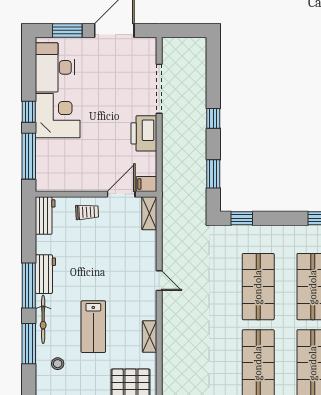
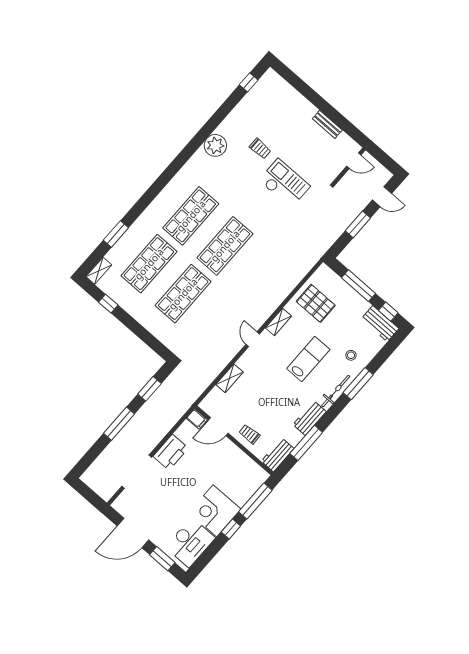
window: (213, 118) -> (119, 424), width x2.17
shelving: (149, 213) -> (229, 378), moved
window: (242, 218) -> (156, 345), removed
door: (159, 281) -> (253, 339), moved
window: (29, 285) -> (306, 443), moved

